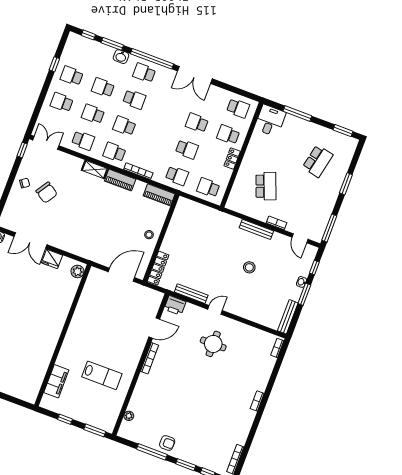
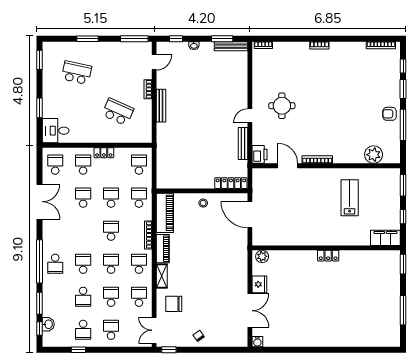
washbasin: (121, 57) -> (48, 324), moved
double door: (195, 75) -> (40, 202), moved
school desk: (62, 102) -> (111, 330), turned 180
window: (297, 113) -> (40, 108), width x0.69
school desk: (93, 114) -> (111, 297), turned 180
school desk: (197, 123) -> (83, 198), turned 180
school desk: (124, 126) -> (111, 264), turned 180
school desk: (228, 135) -> (83, 165), turned 180
school desk: (156, 138) -> (111, 231), added
school desk: (114, 152) -> (139, 264), turned 180
school desk: (266, 186) -> (118, 112), turned 45
school desk: (208, 187) -> (139, 165), turned 180
chair: (47, 193) -> (174, 304), moved, turned -123
piano: (159, 195) -> (165, 213), width x1.37, depth x1.33
stool: (249, 267) -> (199, 99), removed
window: (304, 294) -> (222, 39), moved
door: (215, 310) -> (250, 116), hinge flipped
locker: (55, 334) -> (328, 256), added
filing cabinet: (56, 381) -> (385, 238), moved
window: (20, 402) -> (403, 264), added
plant: (129, 416) -> (374, 155), width x1.87, depth x1.87
armchair: (167, 443) -> (389, 114), turned -90

